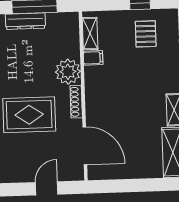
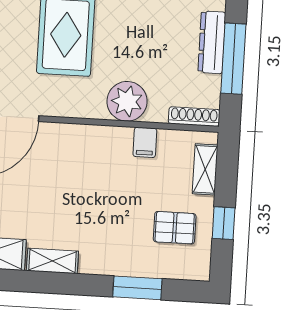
shelving: (90, 33) -> (205, 169), moved, turned 90
shoe rack: (76, 102) -> (194, 117), moved

